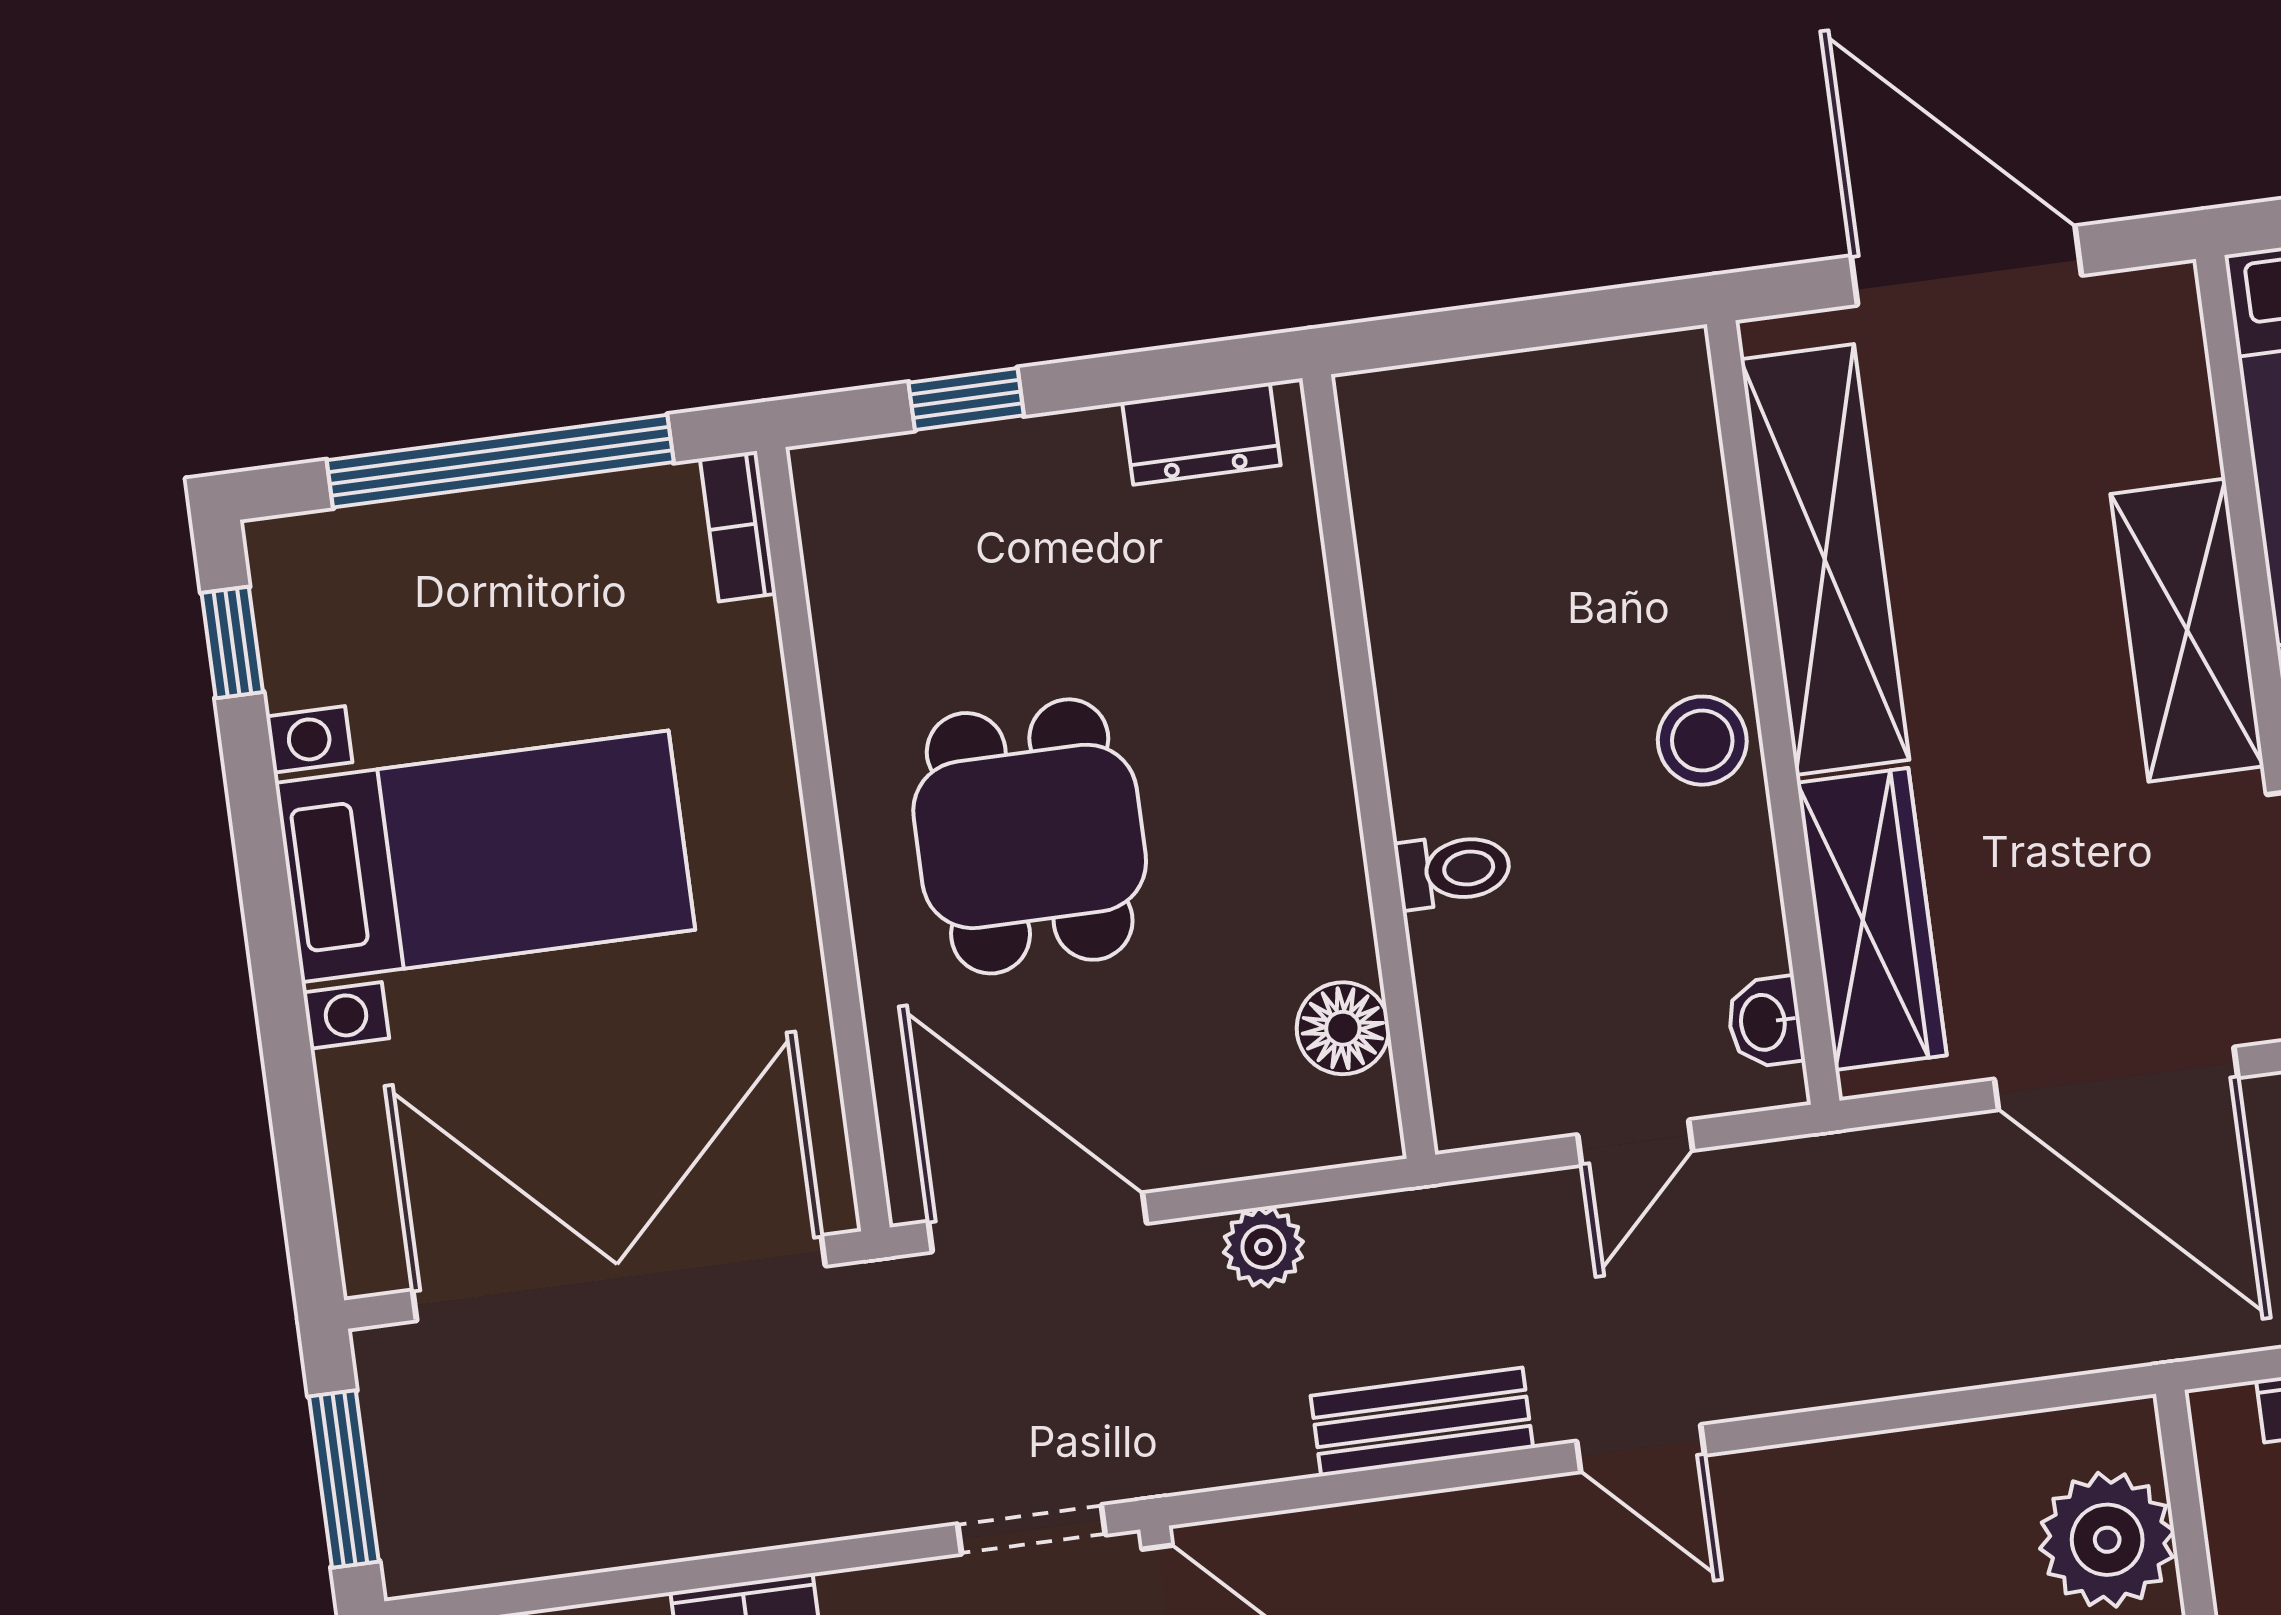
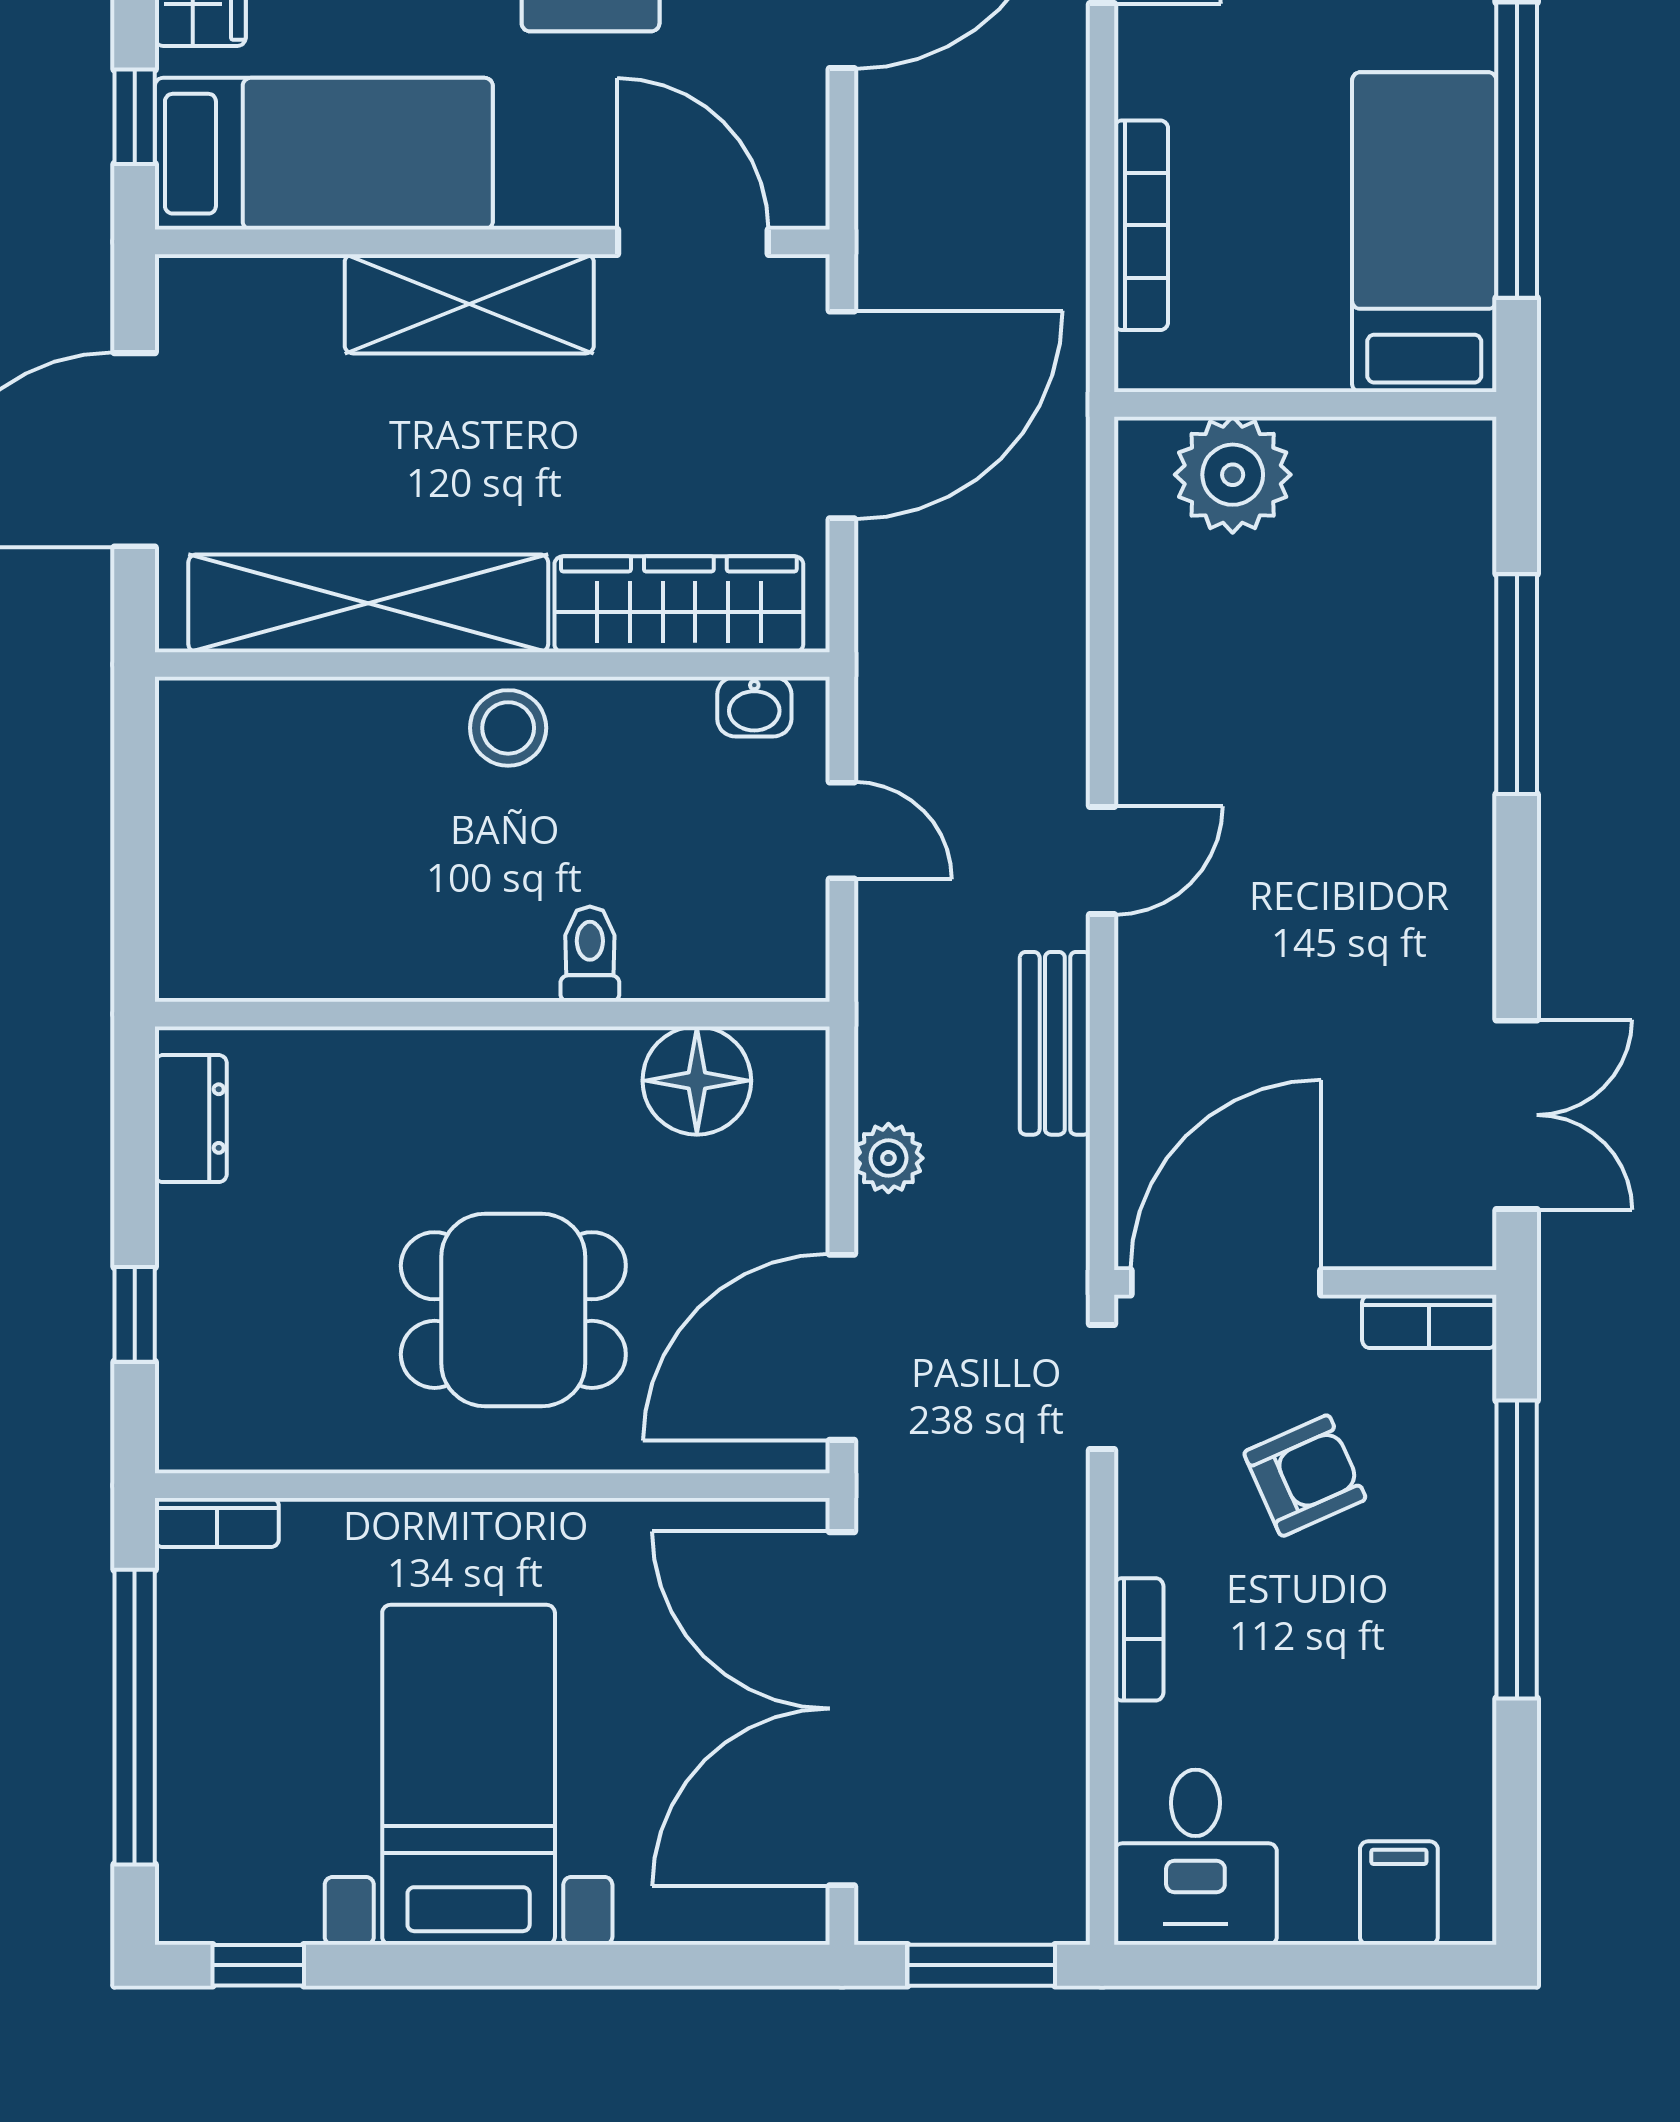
floor lamp: (1343, 1028) -> (697, 1081), width x1.38, depth x1.38

